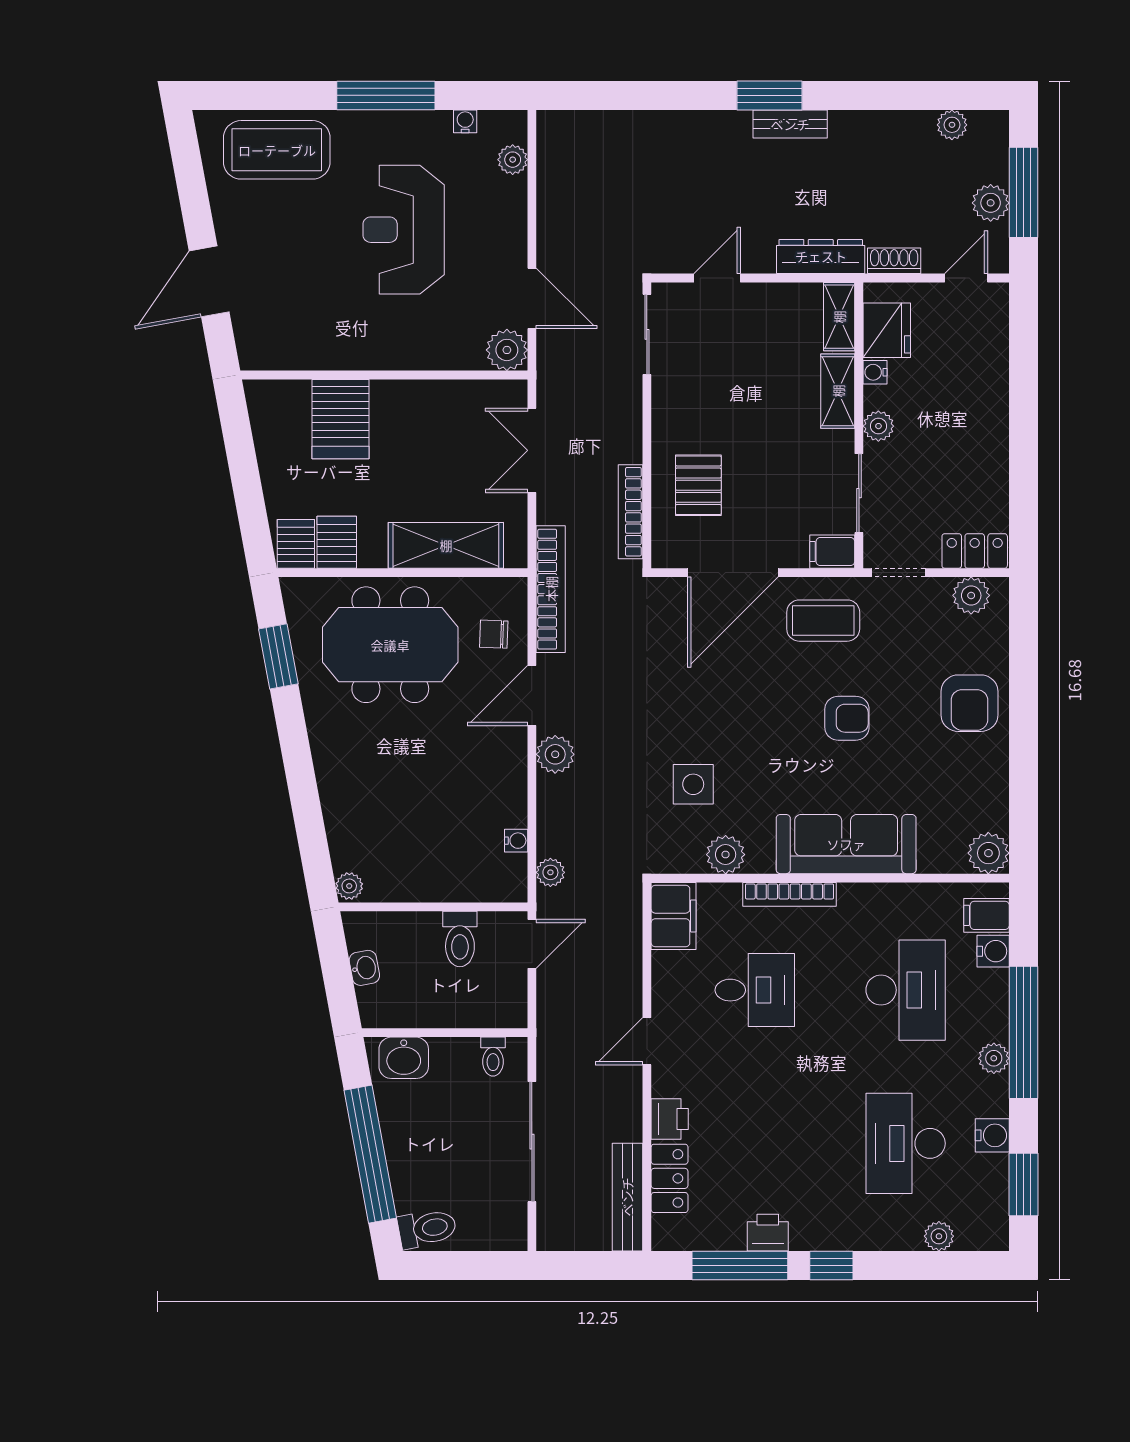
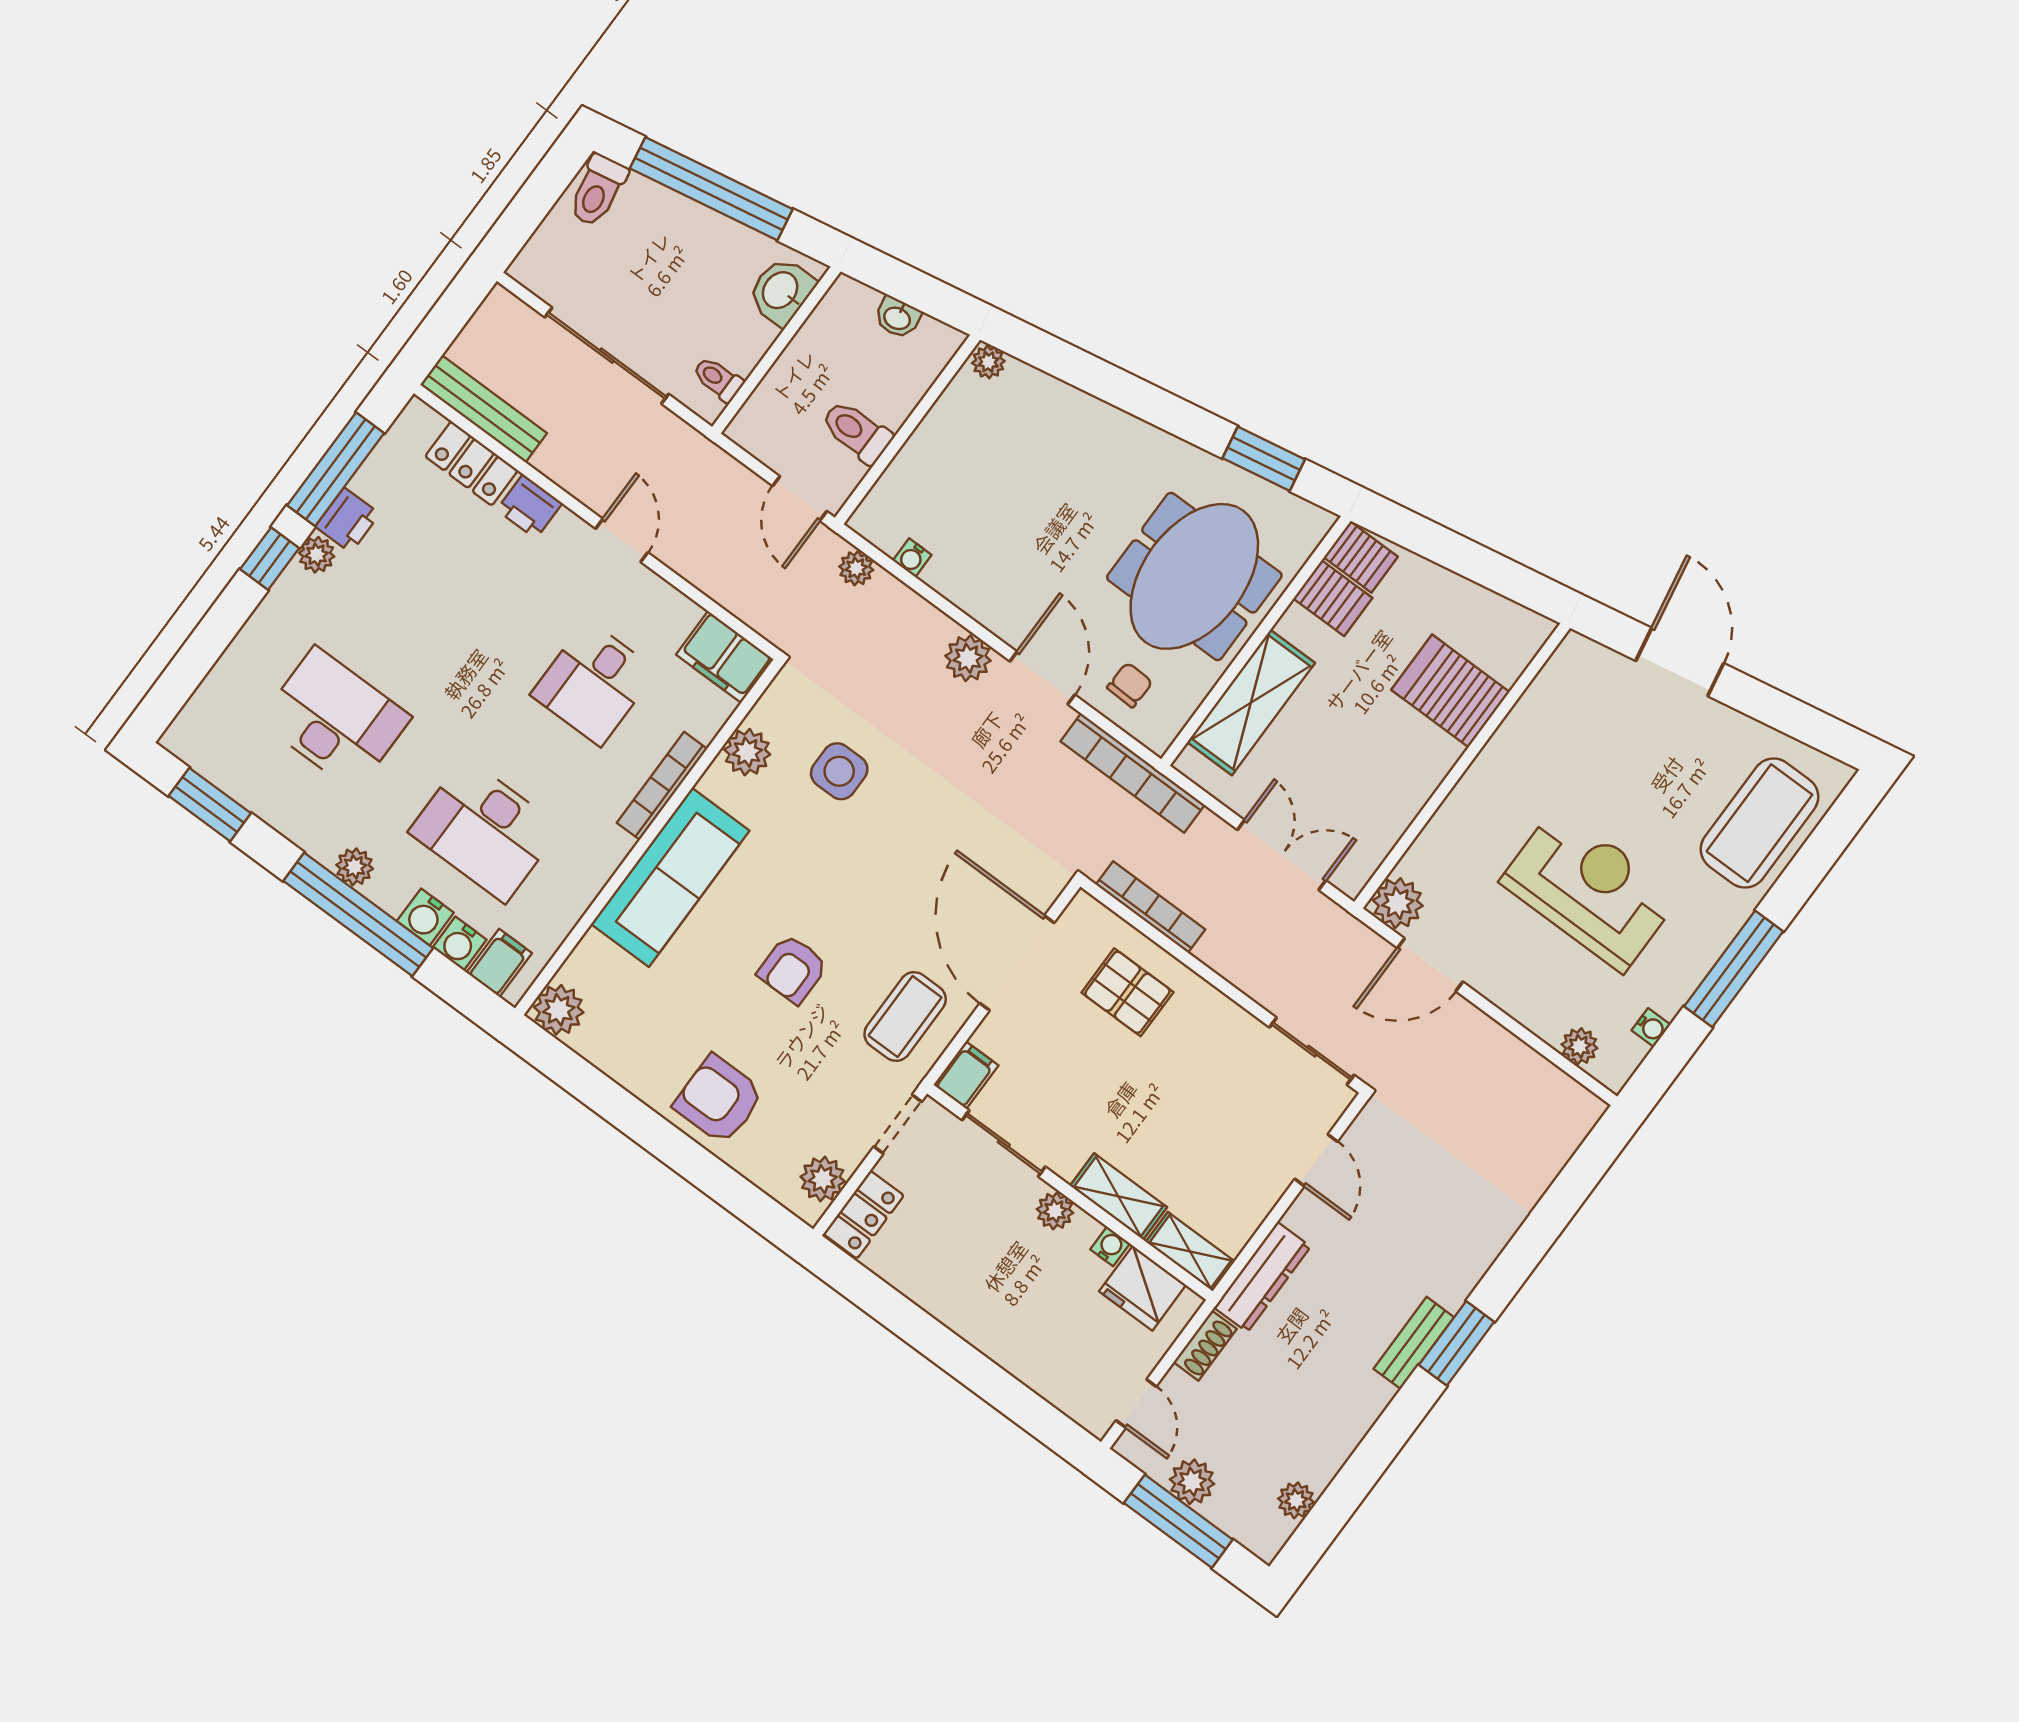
water cooler: (992, 1135) -> (425, 917), moved
plant: (939, 1236) -> (317, 555), moved

